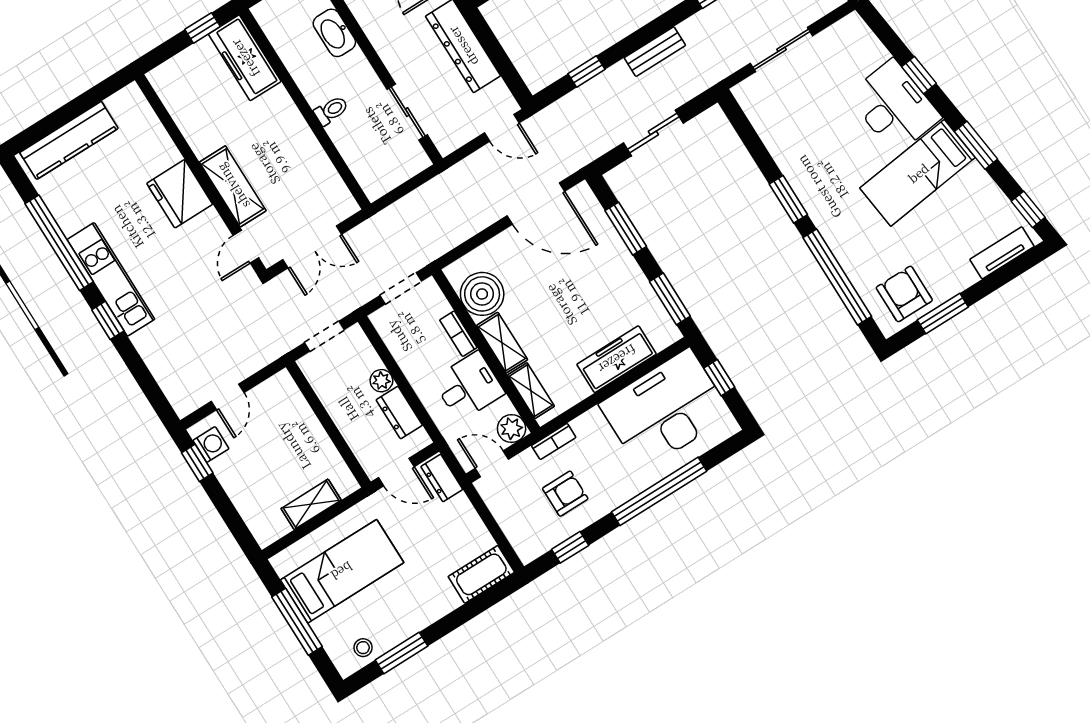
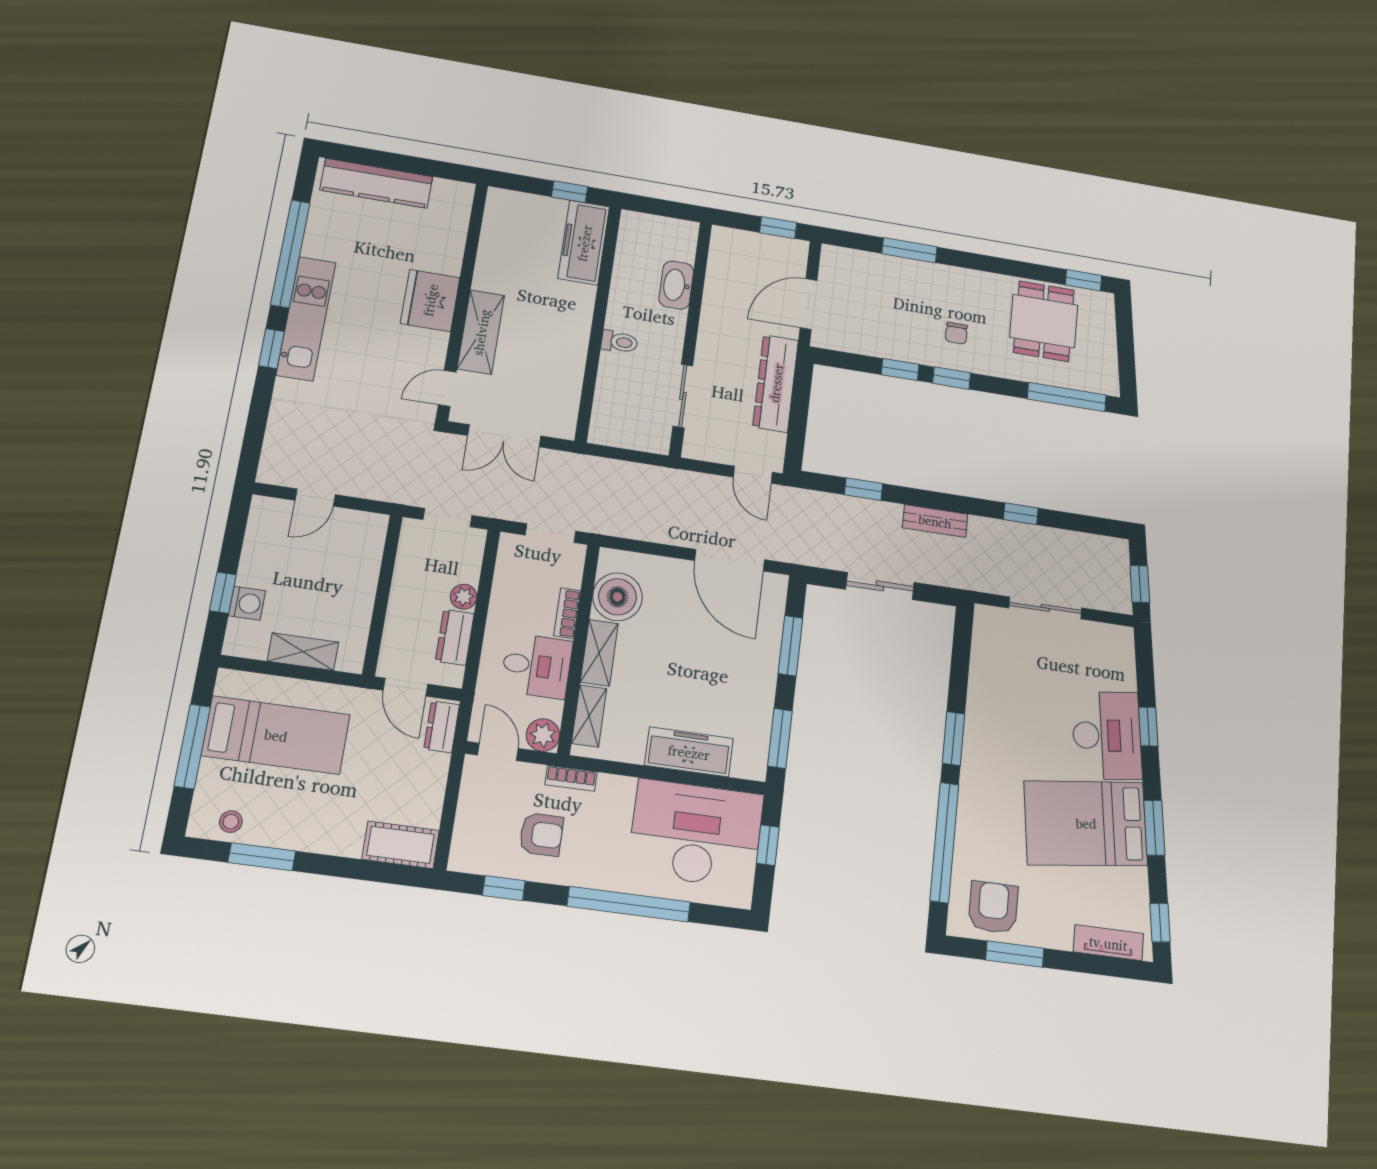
bed: (918, 173) -> (1086, 823), width x1.50
washing machine: (211, 444) -> (247, 603), moved
window: (197, 463) -> (223, 593), moved

